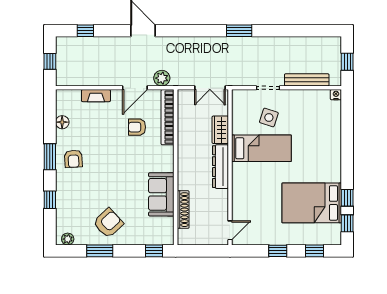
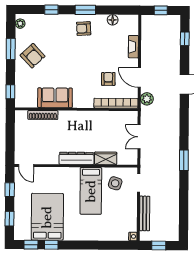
wardrobe: (220, 130) -> (106, 158), moved
bed: (261, 148) -> (91, 191), moved
dresser: (220, 167) -> (76, 158), moved
wall: (230, 167) -> (76, 166), moved
door: (230, 230) -> (26, 166), moved

